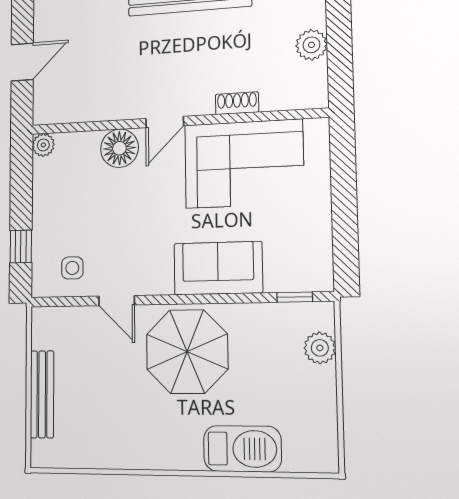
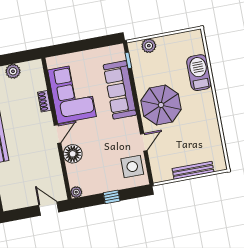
door: (22, 62) -> (49, 209), moved
door: (165, 122) -> (57, 134), hinge flipped
window: (21, 246) -> (112, 197), moved
side table: (72, 268) -> (132, 167), width x1.87, depth x1.87
sofa: (218, 268) -> (120, 90), width x1.36

